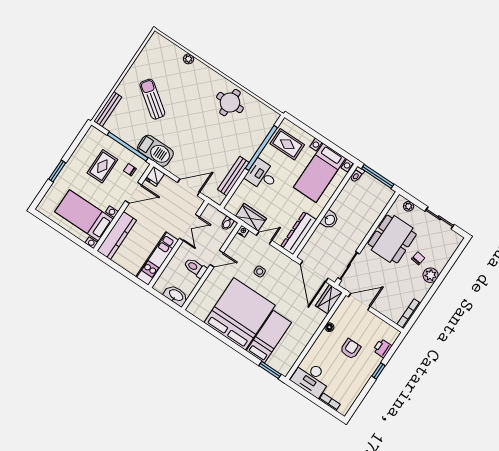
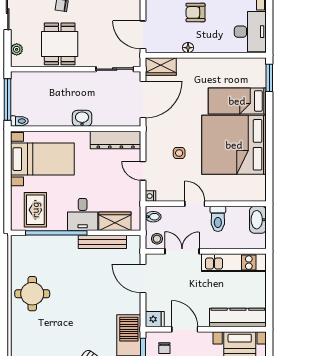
stool: (210, 216) -> (157, 239), added
wardrobe: (251, 217) -> (115, 221), moved, turned 90
dining table: (392, 239) -> (60, 44), width x0.73

